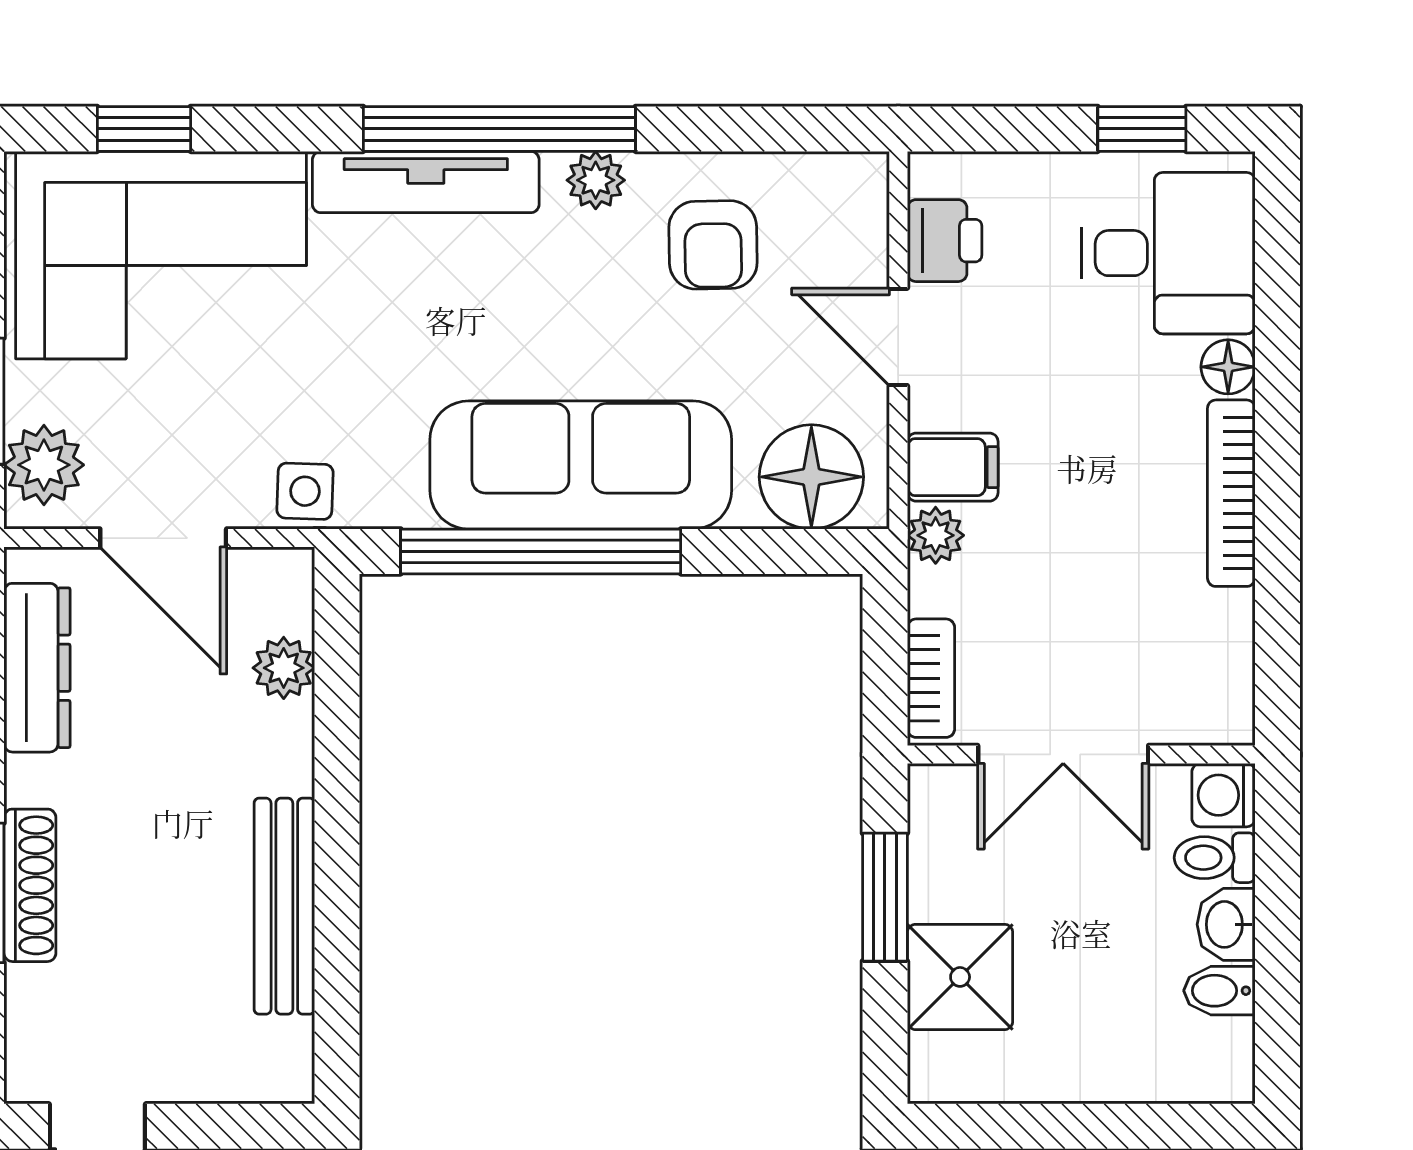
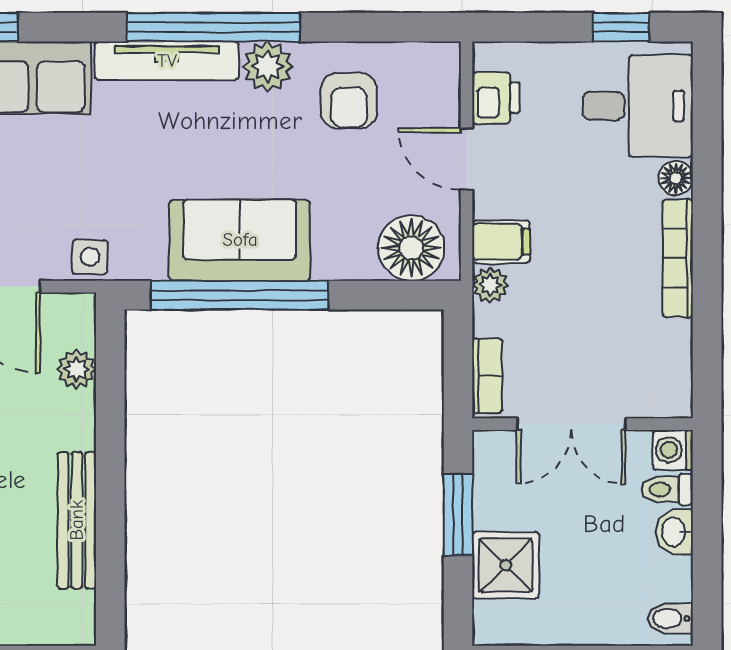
plant: (596, 180) -> (268, 66), width x1.38, depth x1.38
sofa: (581, 465) -> (240, 240), width x0.73
bidet: (1219, 991) -> (670, 618), moved

